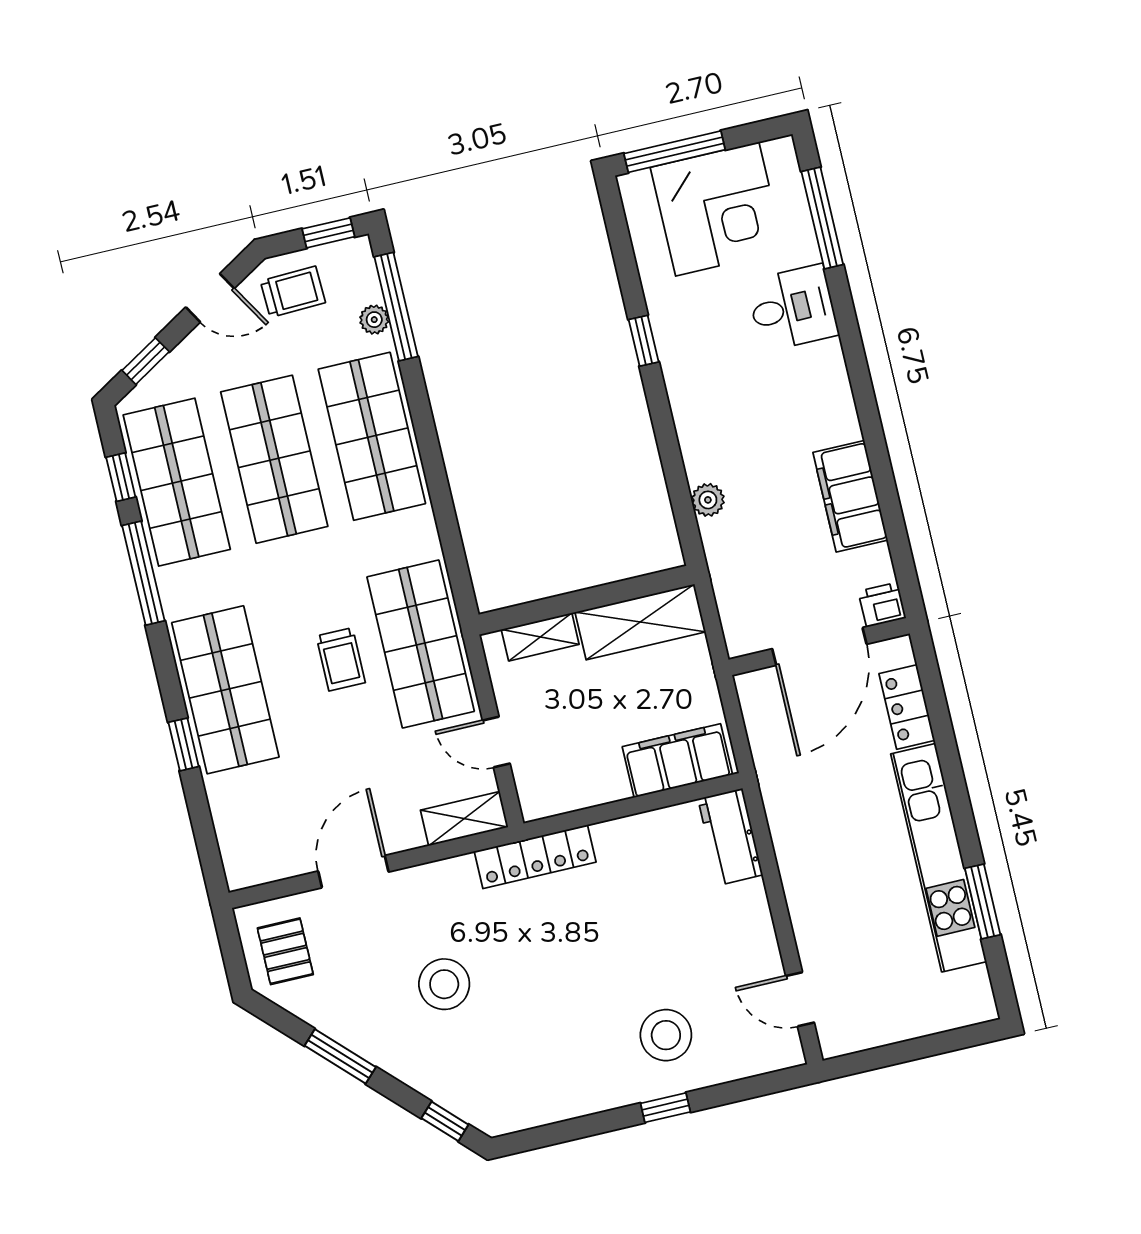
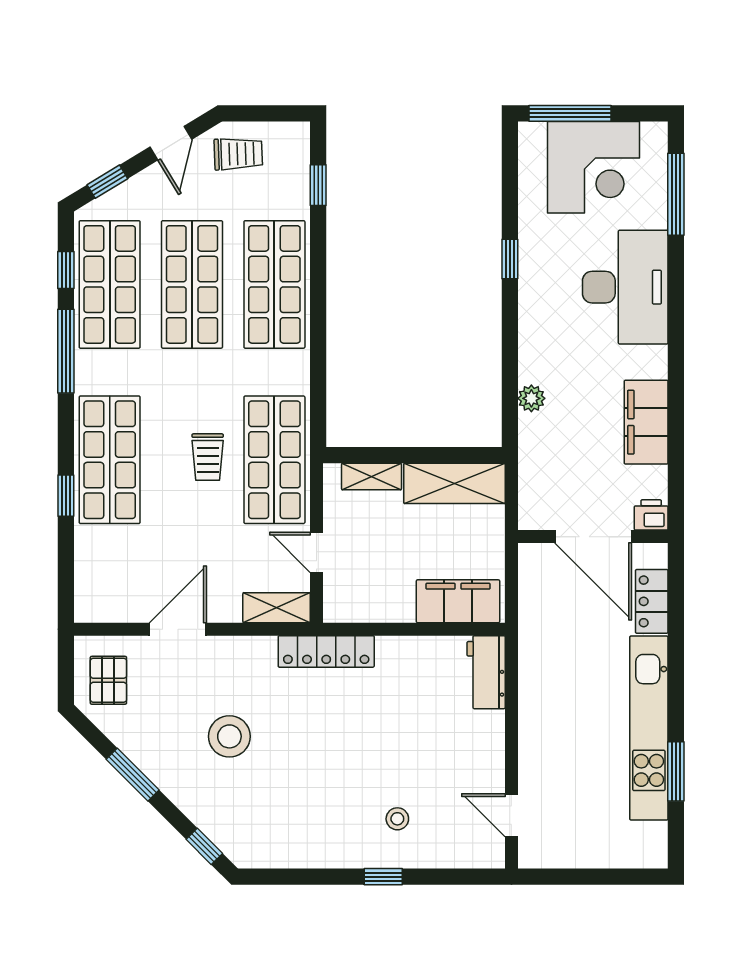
window: (328, 233) -> (278, 113), removed
door: (210, 298) -> (171, 143), hinge flipped
window: (396, 307) -> (318, 185), width x0.46
desk: (792, 308) -> (625, 287), width x1.87, depth x1.30
plant: (374, 320) -> (298, 191), removed
door: (819, 646) -> (593, 537), hinge flipped
stool: (666, 1035) -> (397, 819), width x0.53, depth x0.53

